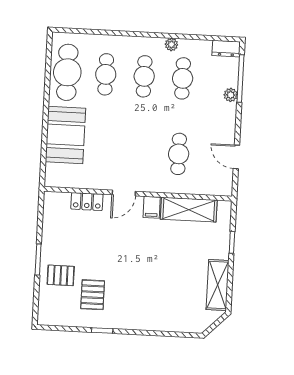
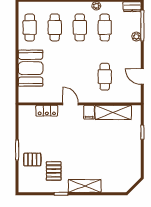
cafe table: (67, 72) -> (30, 27), width x0.73, depth x0.74
door: (124, 193) -> (70, 104), swing flipped
shelving: (218, 285) -> (85, 186), moved, turned 90

